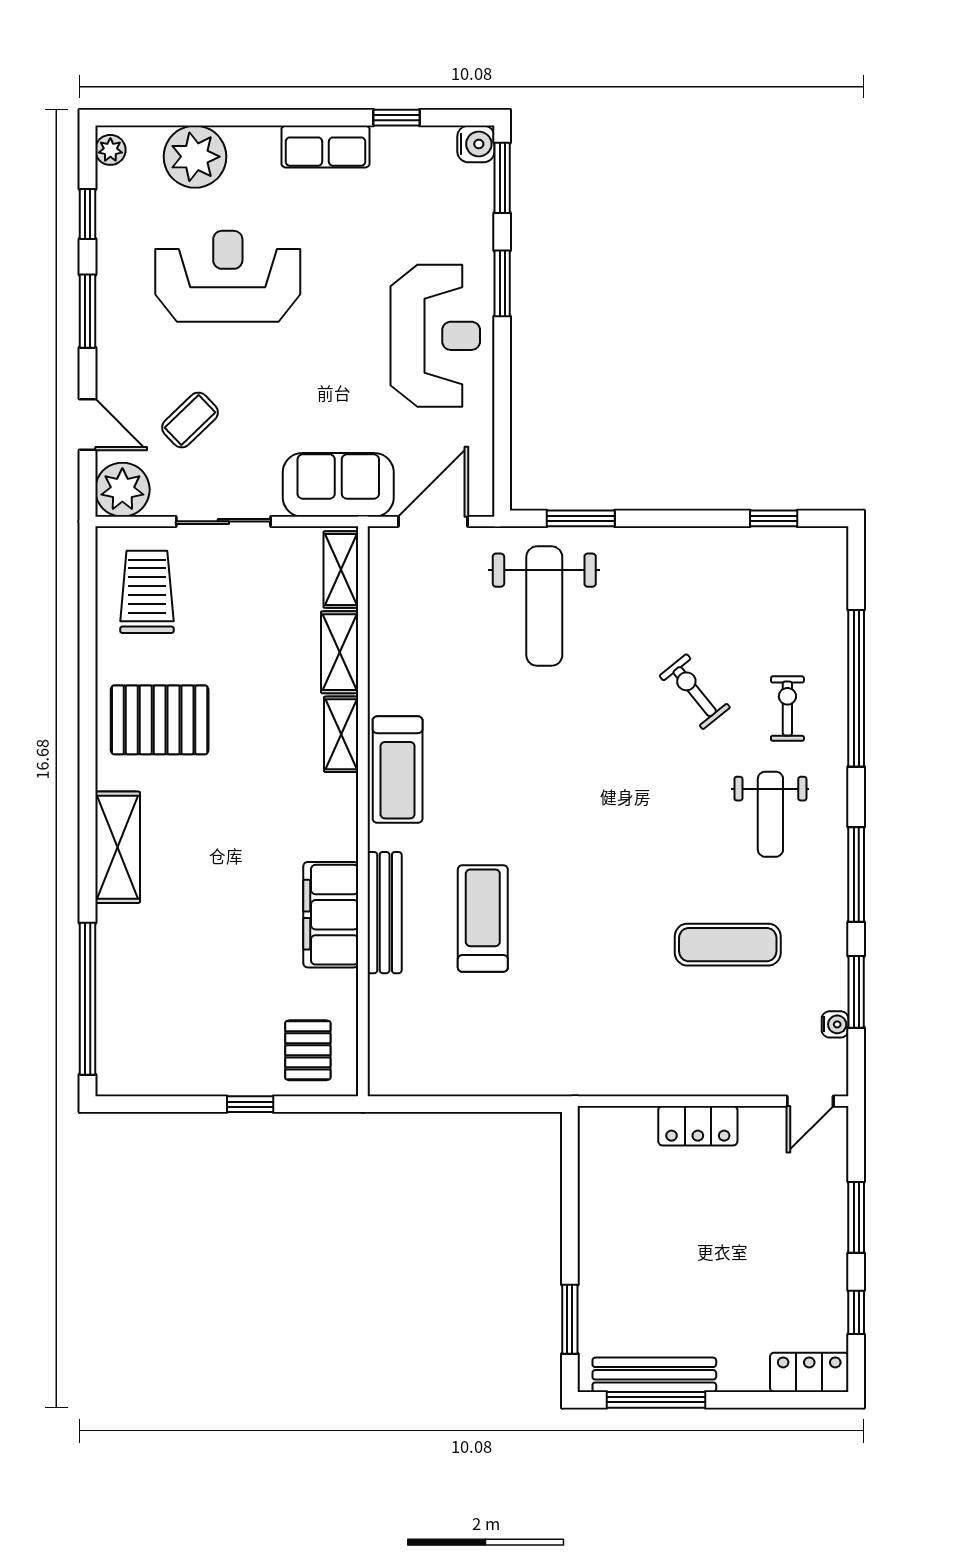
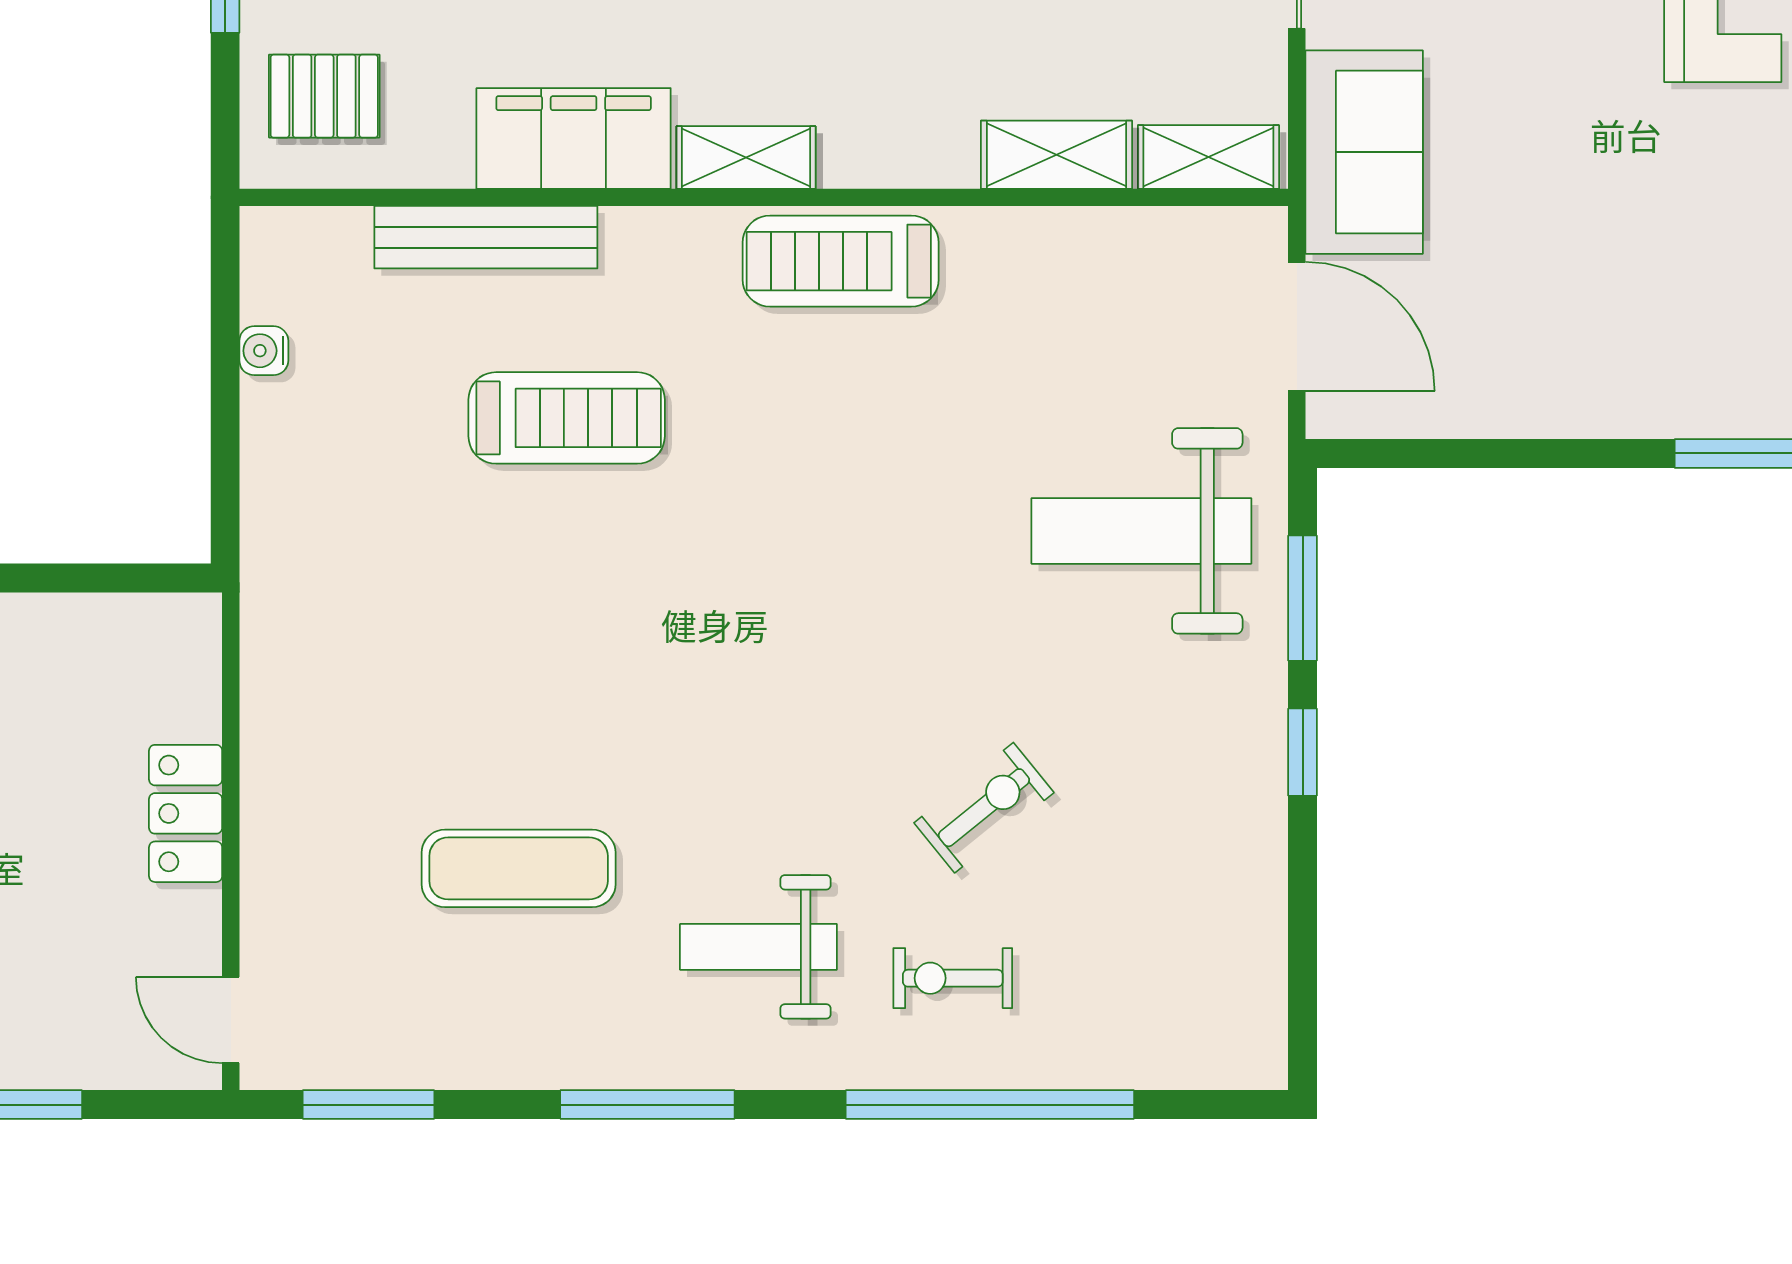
reception desk: (435, 336) -> (1638, 330), removed
window: (774, 518) -> (1303, 752), moved
exercise bike: (787, 709) -> (953, 978), turned 180
shelving: (341, 734) -> (746, 157), moved
bench: (385, 913) -> (486, 237), moved
exercise mat: (728, 945) -> (519, 868), turned 90
window: (856, 992) -> (368, 1105), moved
water cooler: (835, 1024) -> (264, 351), moved, turned 90

